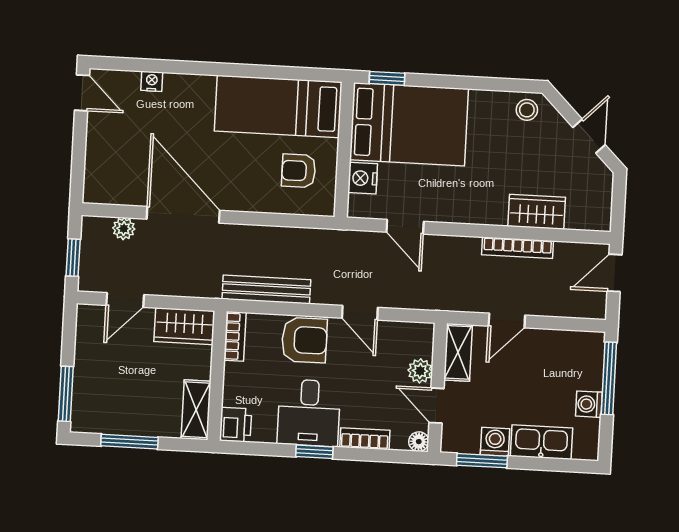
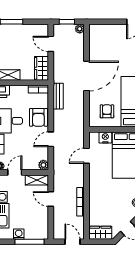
wardrobe: (537, 212) -> (100, 233), moved, turned -90
door: (183, 215) -> (87, 76), moved
plant: (124, 229) -> (80, 29), moved
bench: (266, 289) -> (58, 96), width x0.73
plant: (420, 371) -> (43, 165), moved

